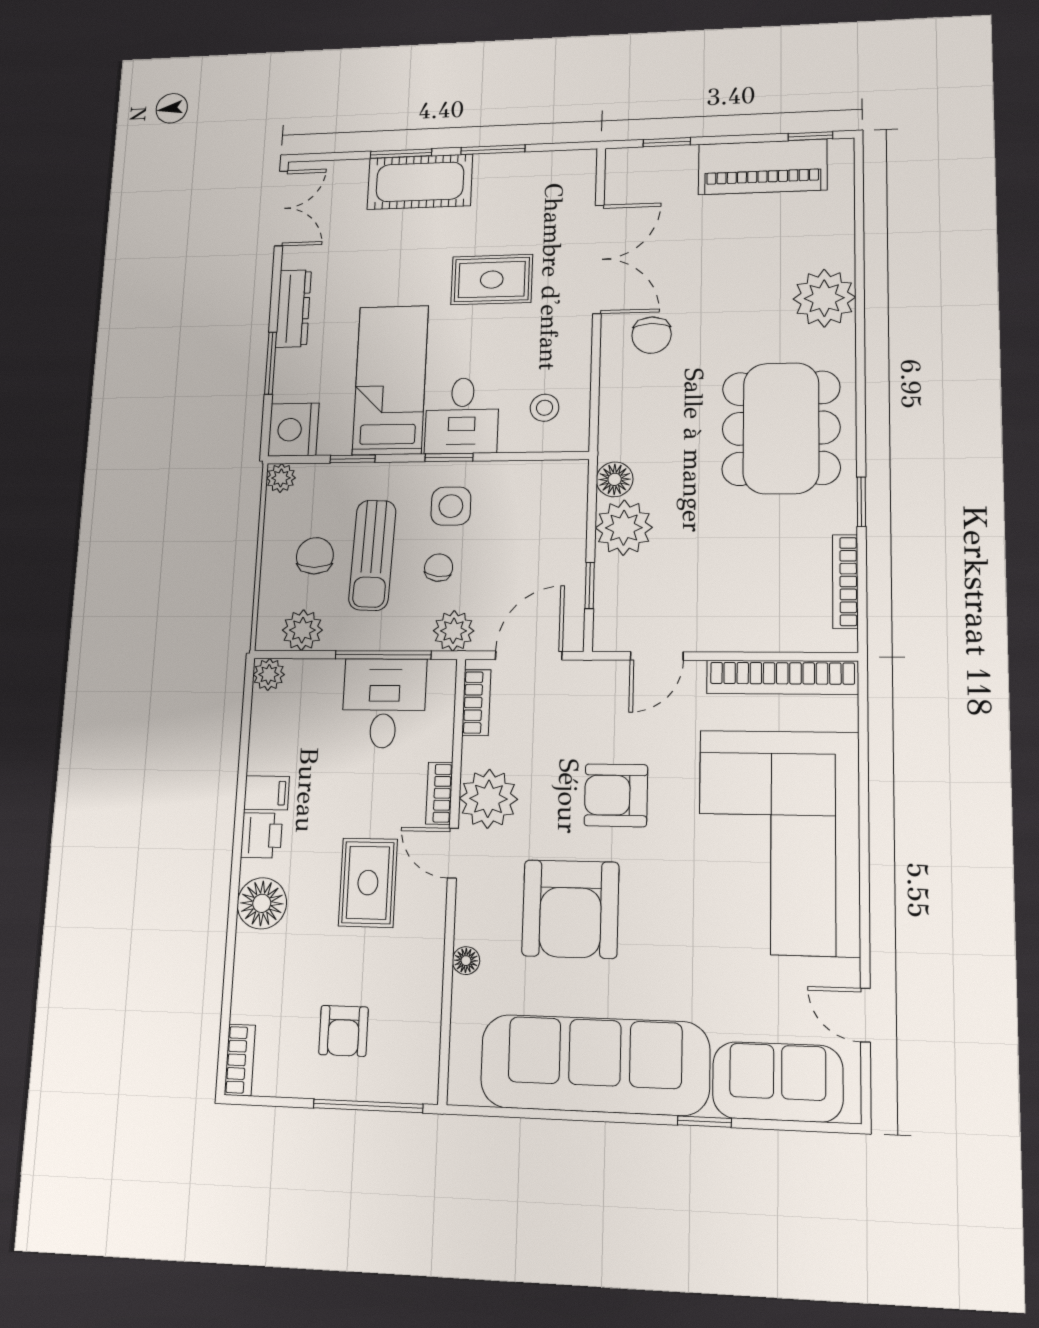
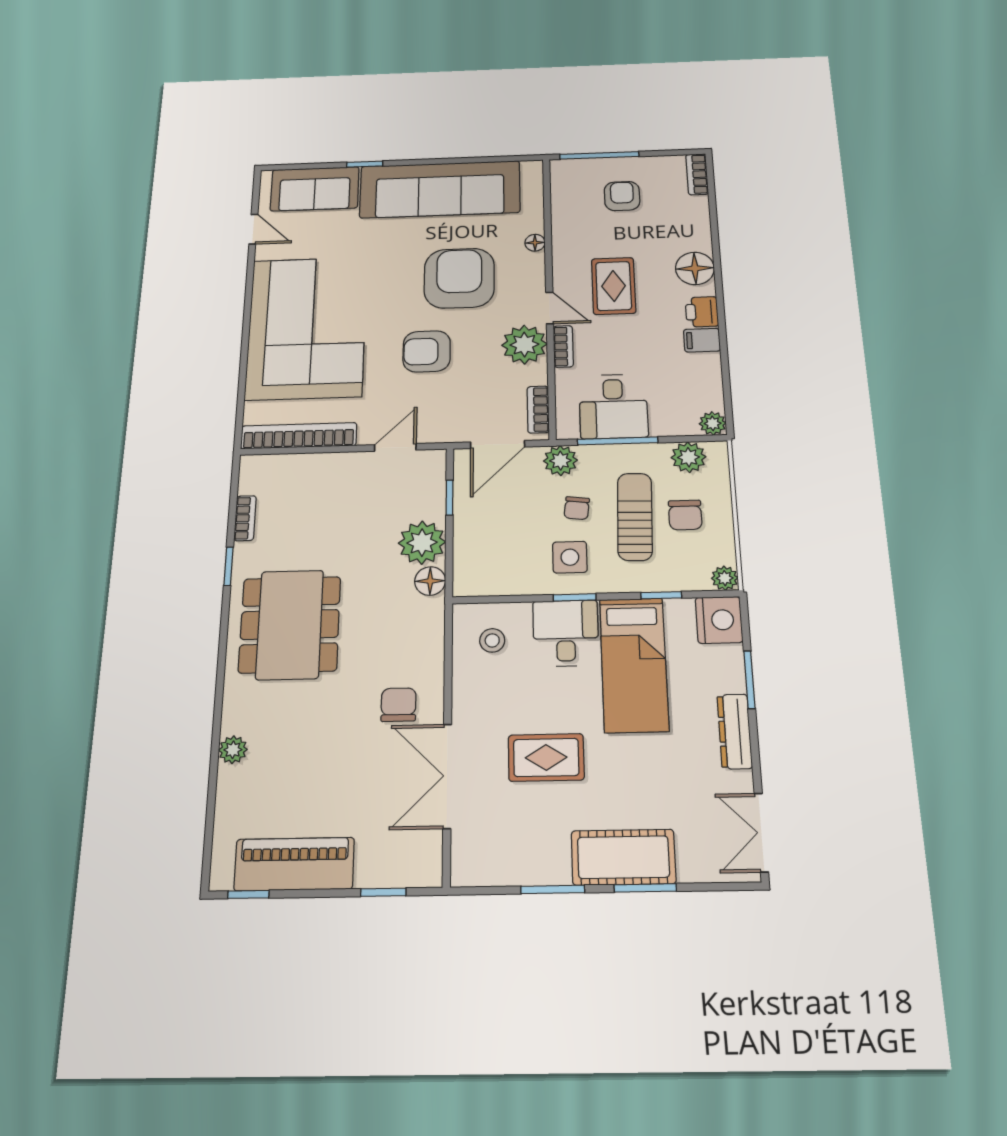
plant: (824, 298) -> (233, 750), width x0.53, depth x0.53
bookcase: (845, 581) -> (245, 518), width x0.64
armchair: (616, 795) -> (427, 351), turned 180

